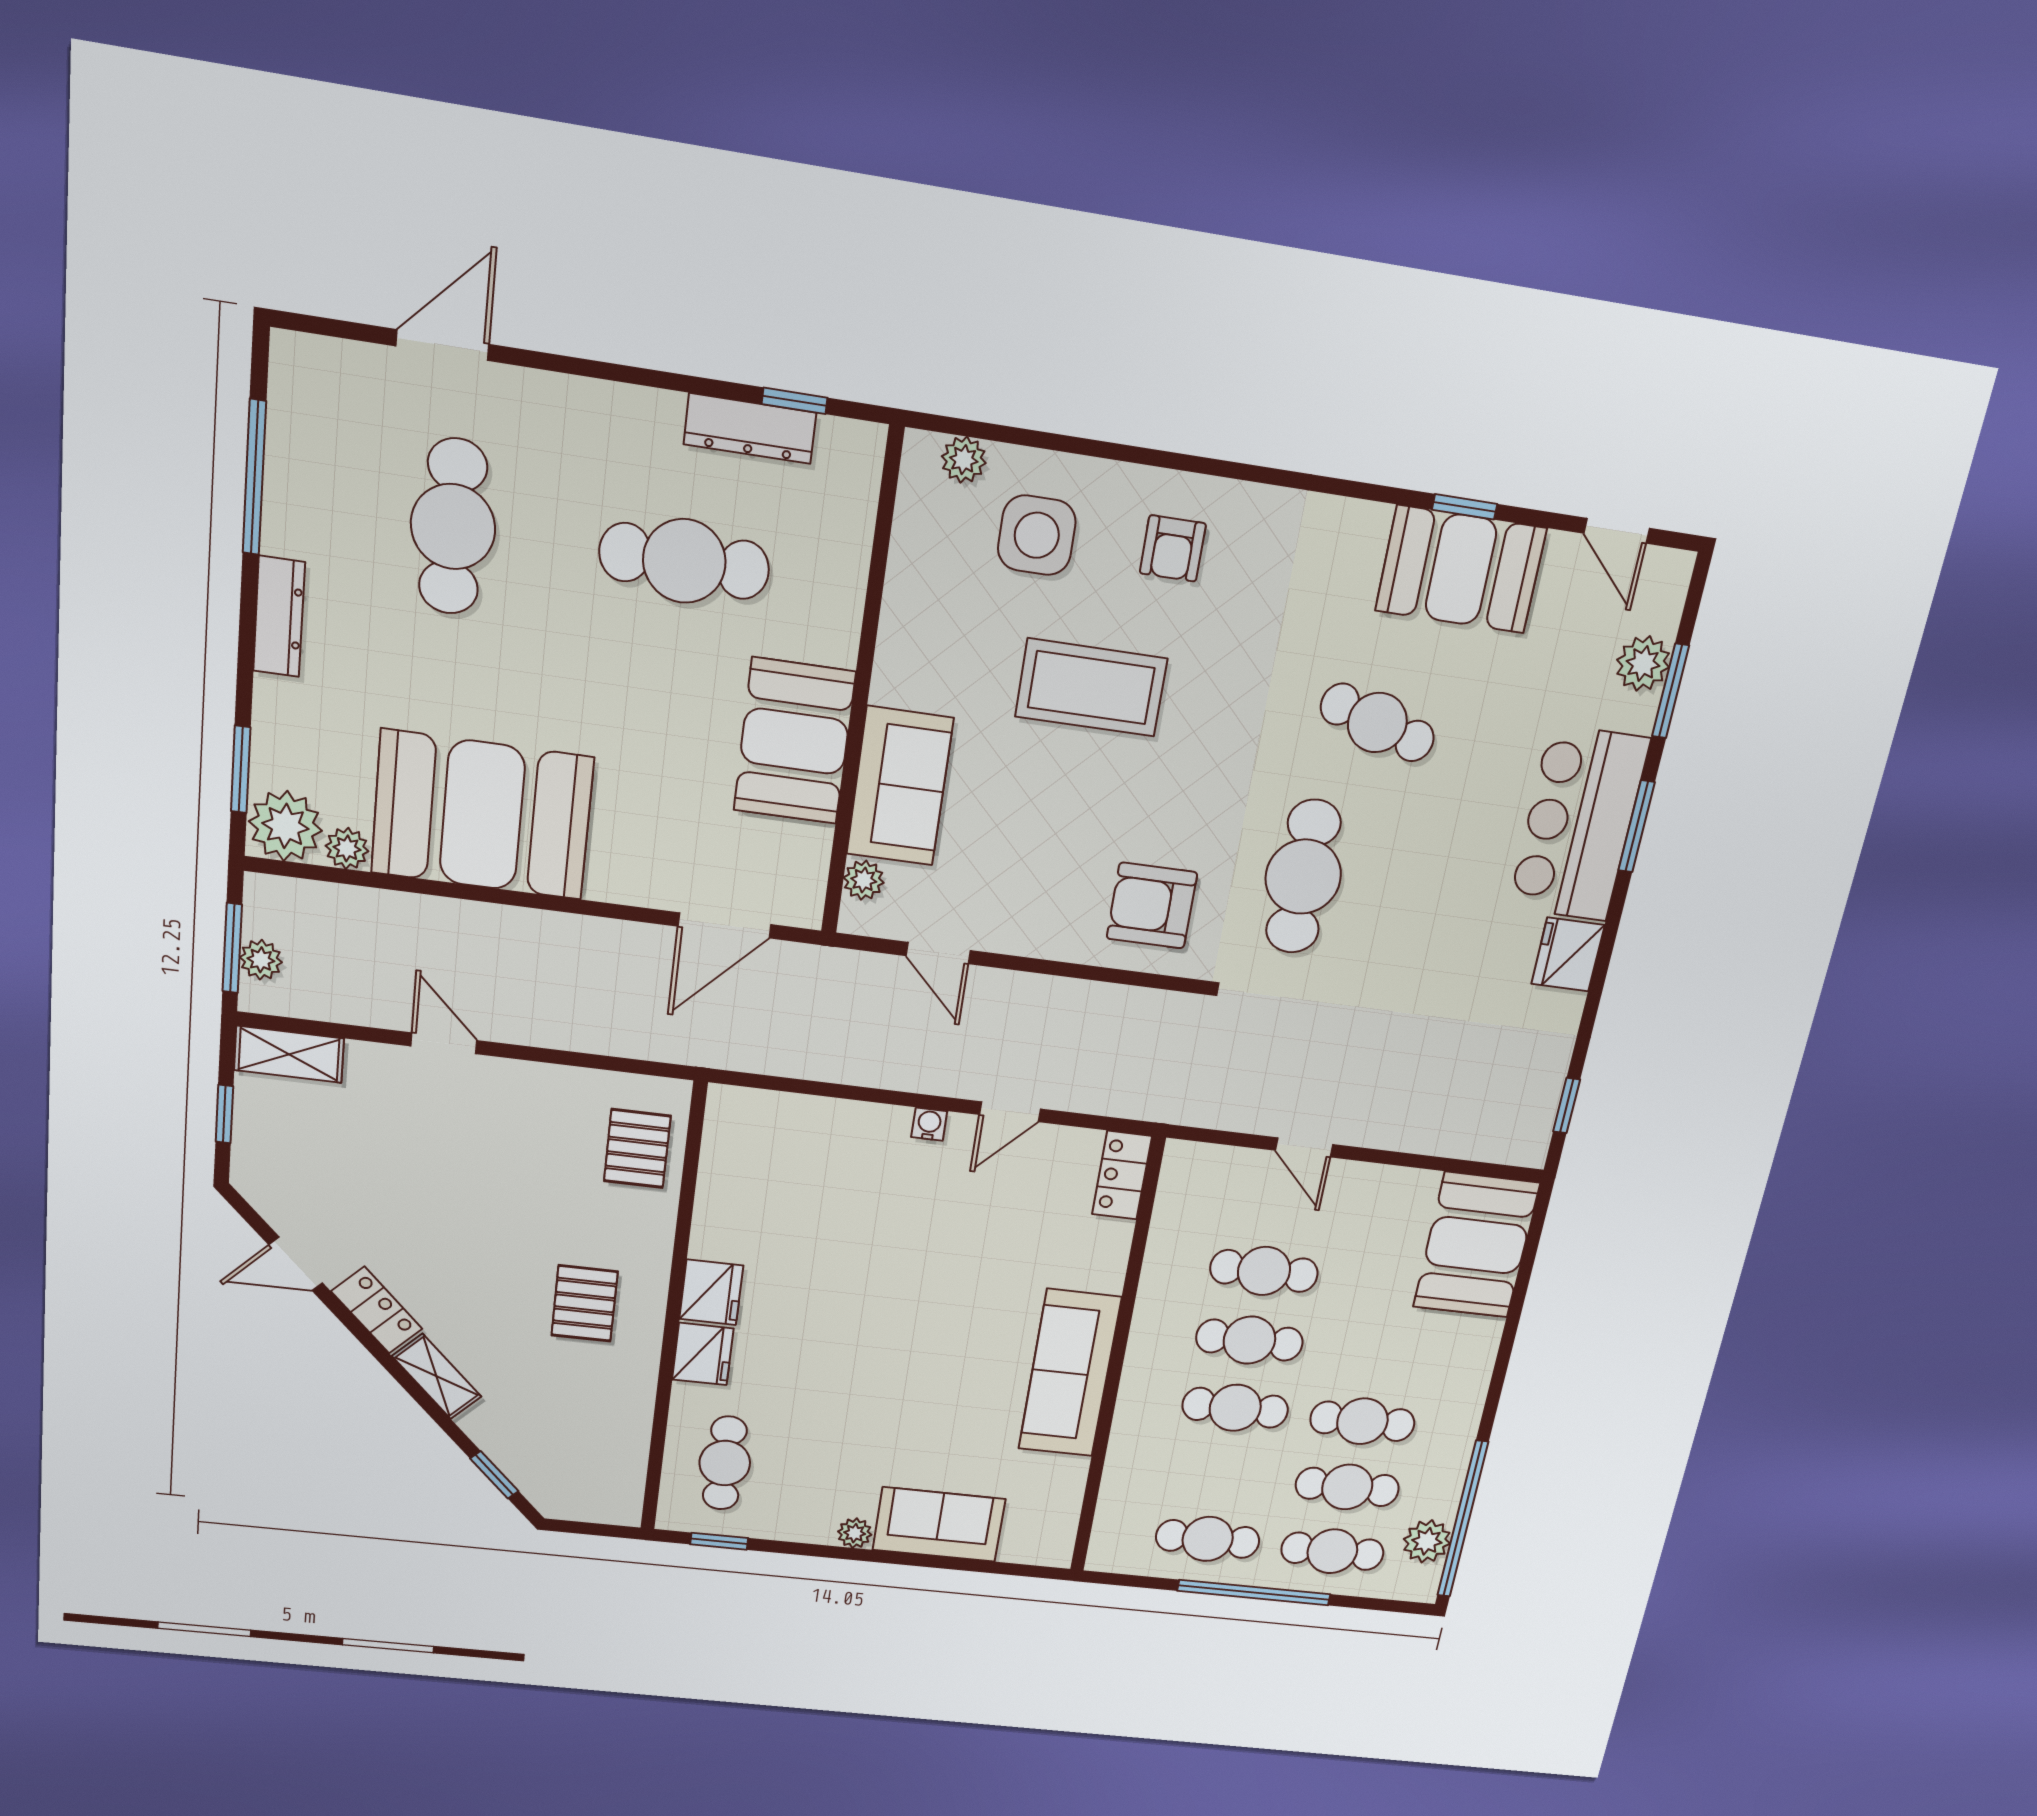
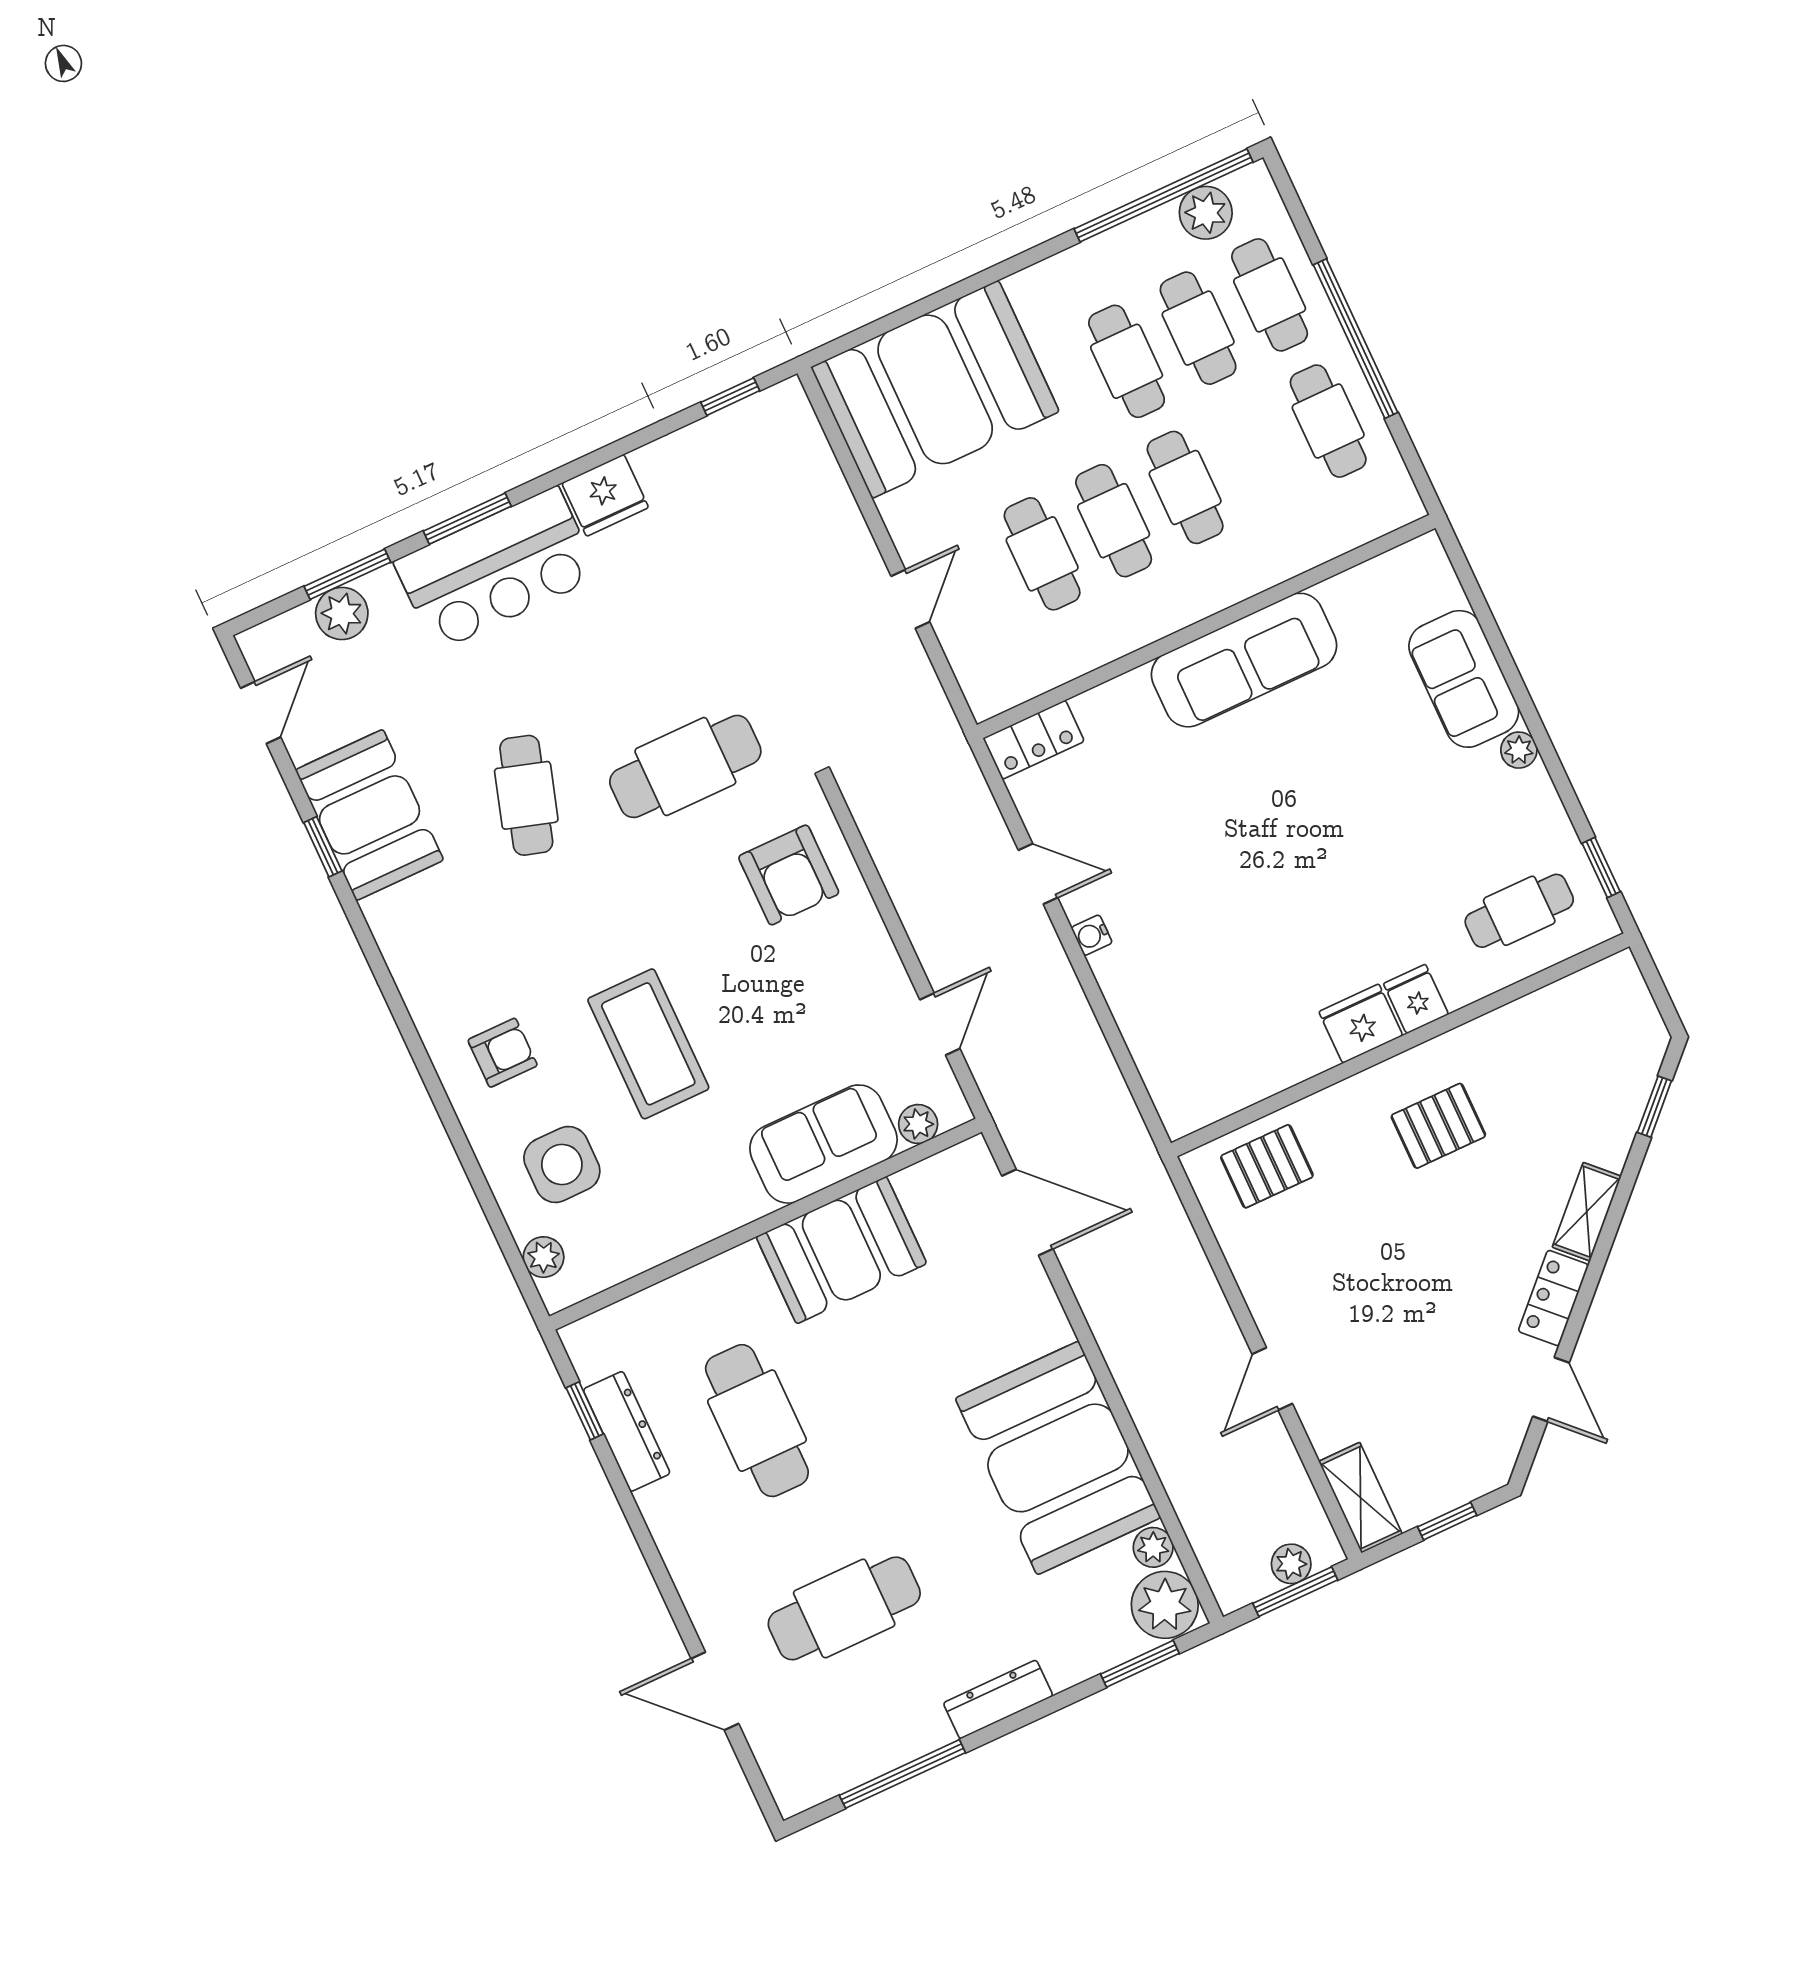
booth: (1476, 1245) -> (935, 389), width x1.36, depth x1.42
fridge: (703, 1354) -> (1416, 999), width x0.72

